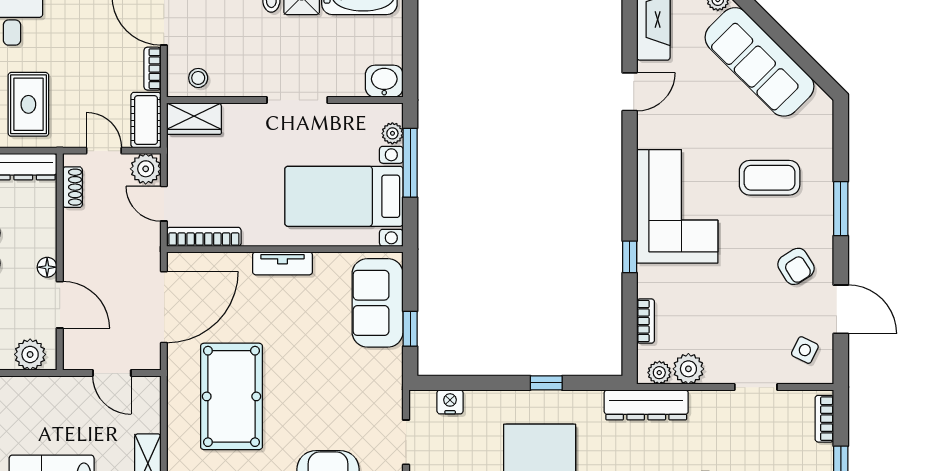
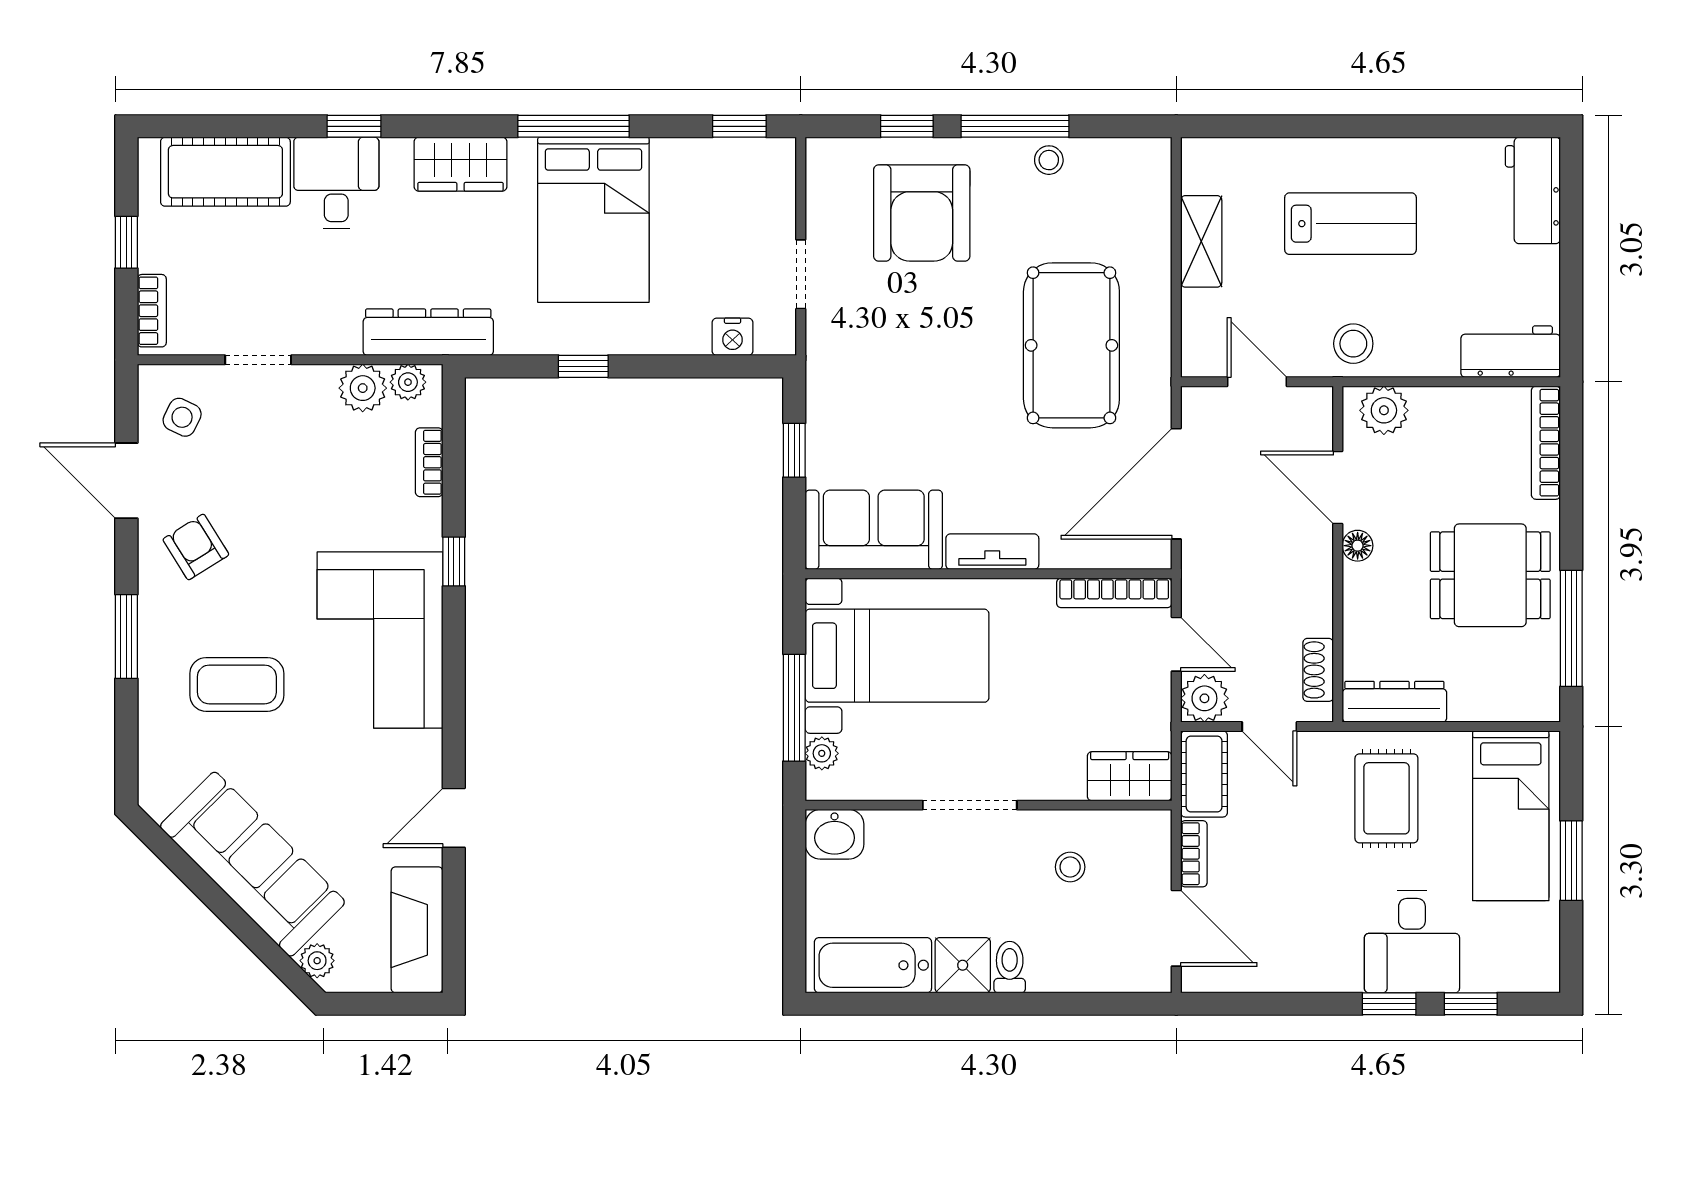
stool: (198, 78) -> (1070, 867), moved
sofa: (378, 303) -> (874, 530), moved, turned -90
stool: (50, 397) -> (1353, 344), added

